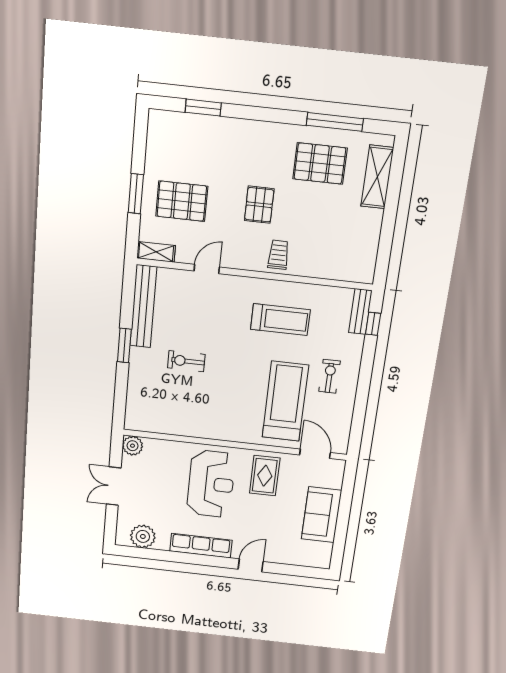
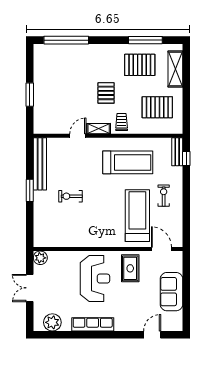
window: (203, 108) -> (66, 40), width x2.11
pallet: (182, 201) -> (157, 107), moved
shelving: (156, 252) -> (99, 129), moved
treadmill: (280, 320) -> (128, 162), width x1.37, depth x1.38
door: (251, 565) -> (152, 335), moved

